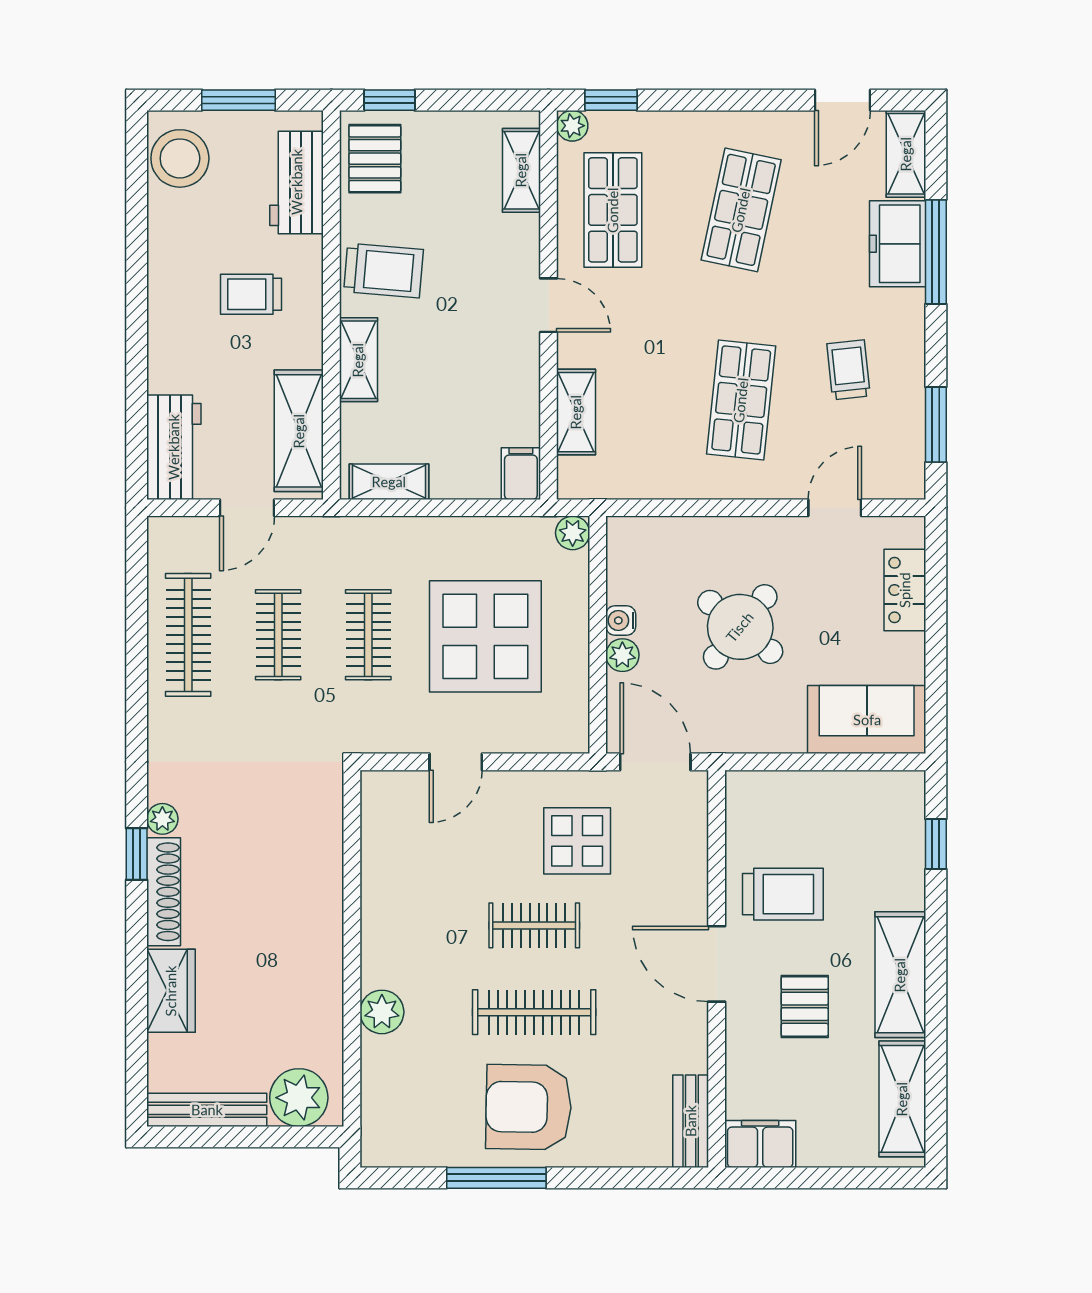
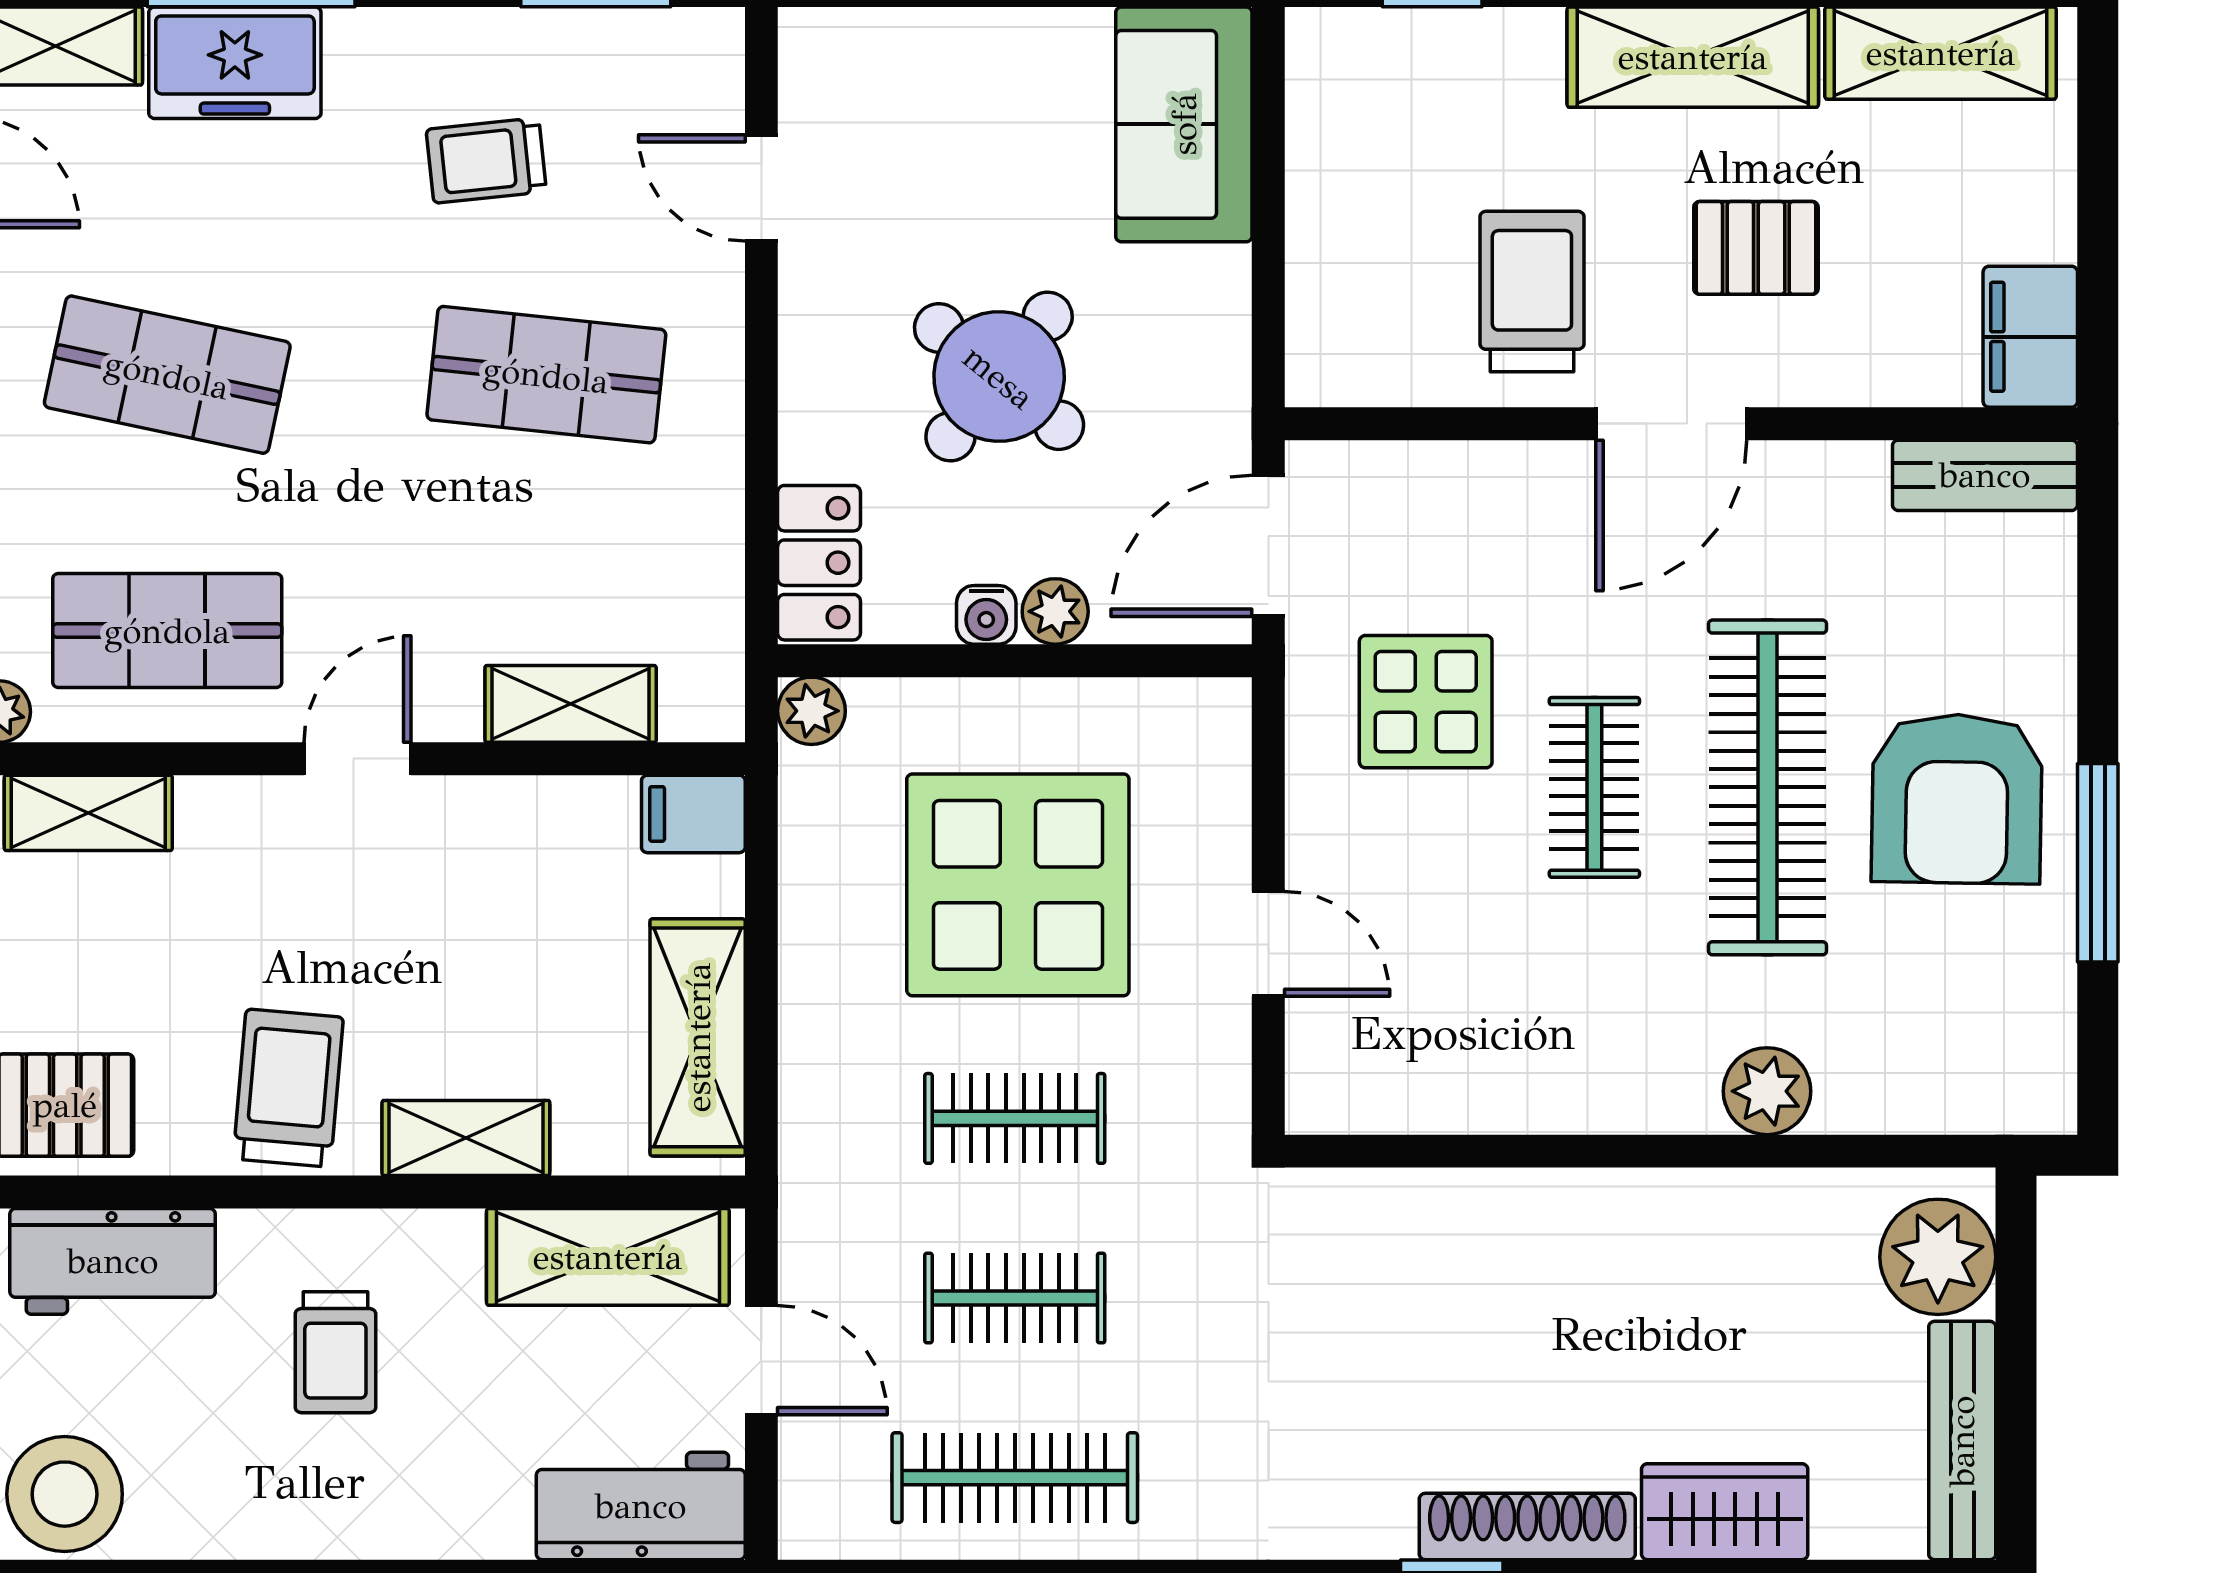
shelving: (389, 482) -> (698, 1037), width x1.50, depth x1.33
locker: (905, 590) -> (819, 563), moved, turned -90
plant: (162, 819) -> (1382, 1529), removed
clothes rail: (534, 1012) -> (1767, 787), width x1.37, depth x1.31

